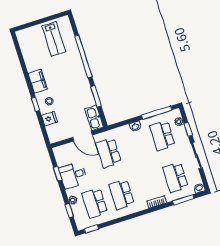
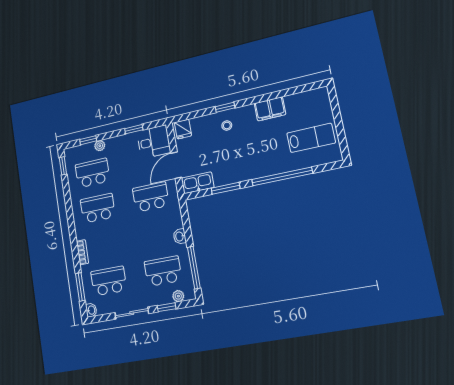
lab bench: (54, 39) -> (311, 138), turned 180
filing cabinet: (38, 81) -> (270, 109), moved
fridge: (50, 119) -> (183, 129), moved
desk: (73, 175) -> (154, 142), moved, turned 90

